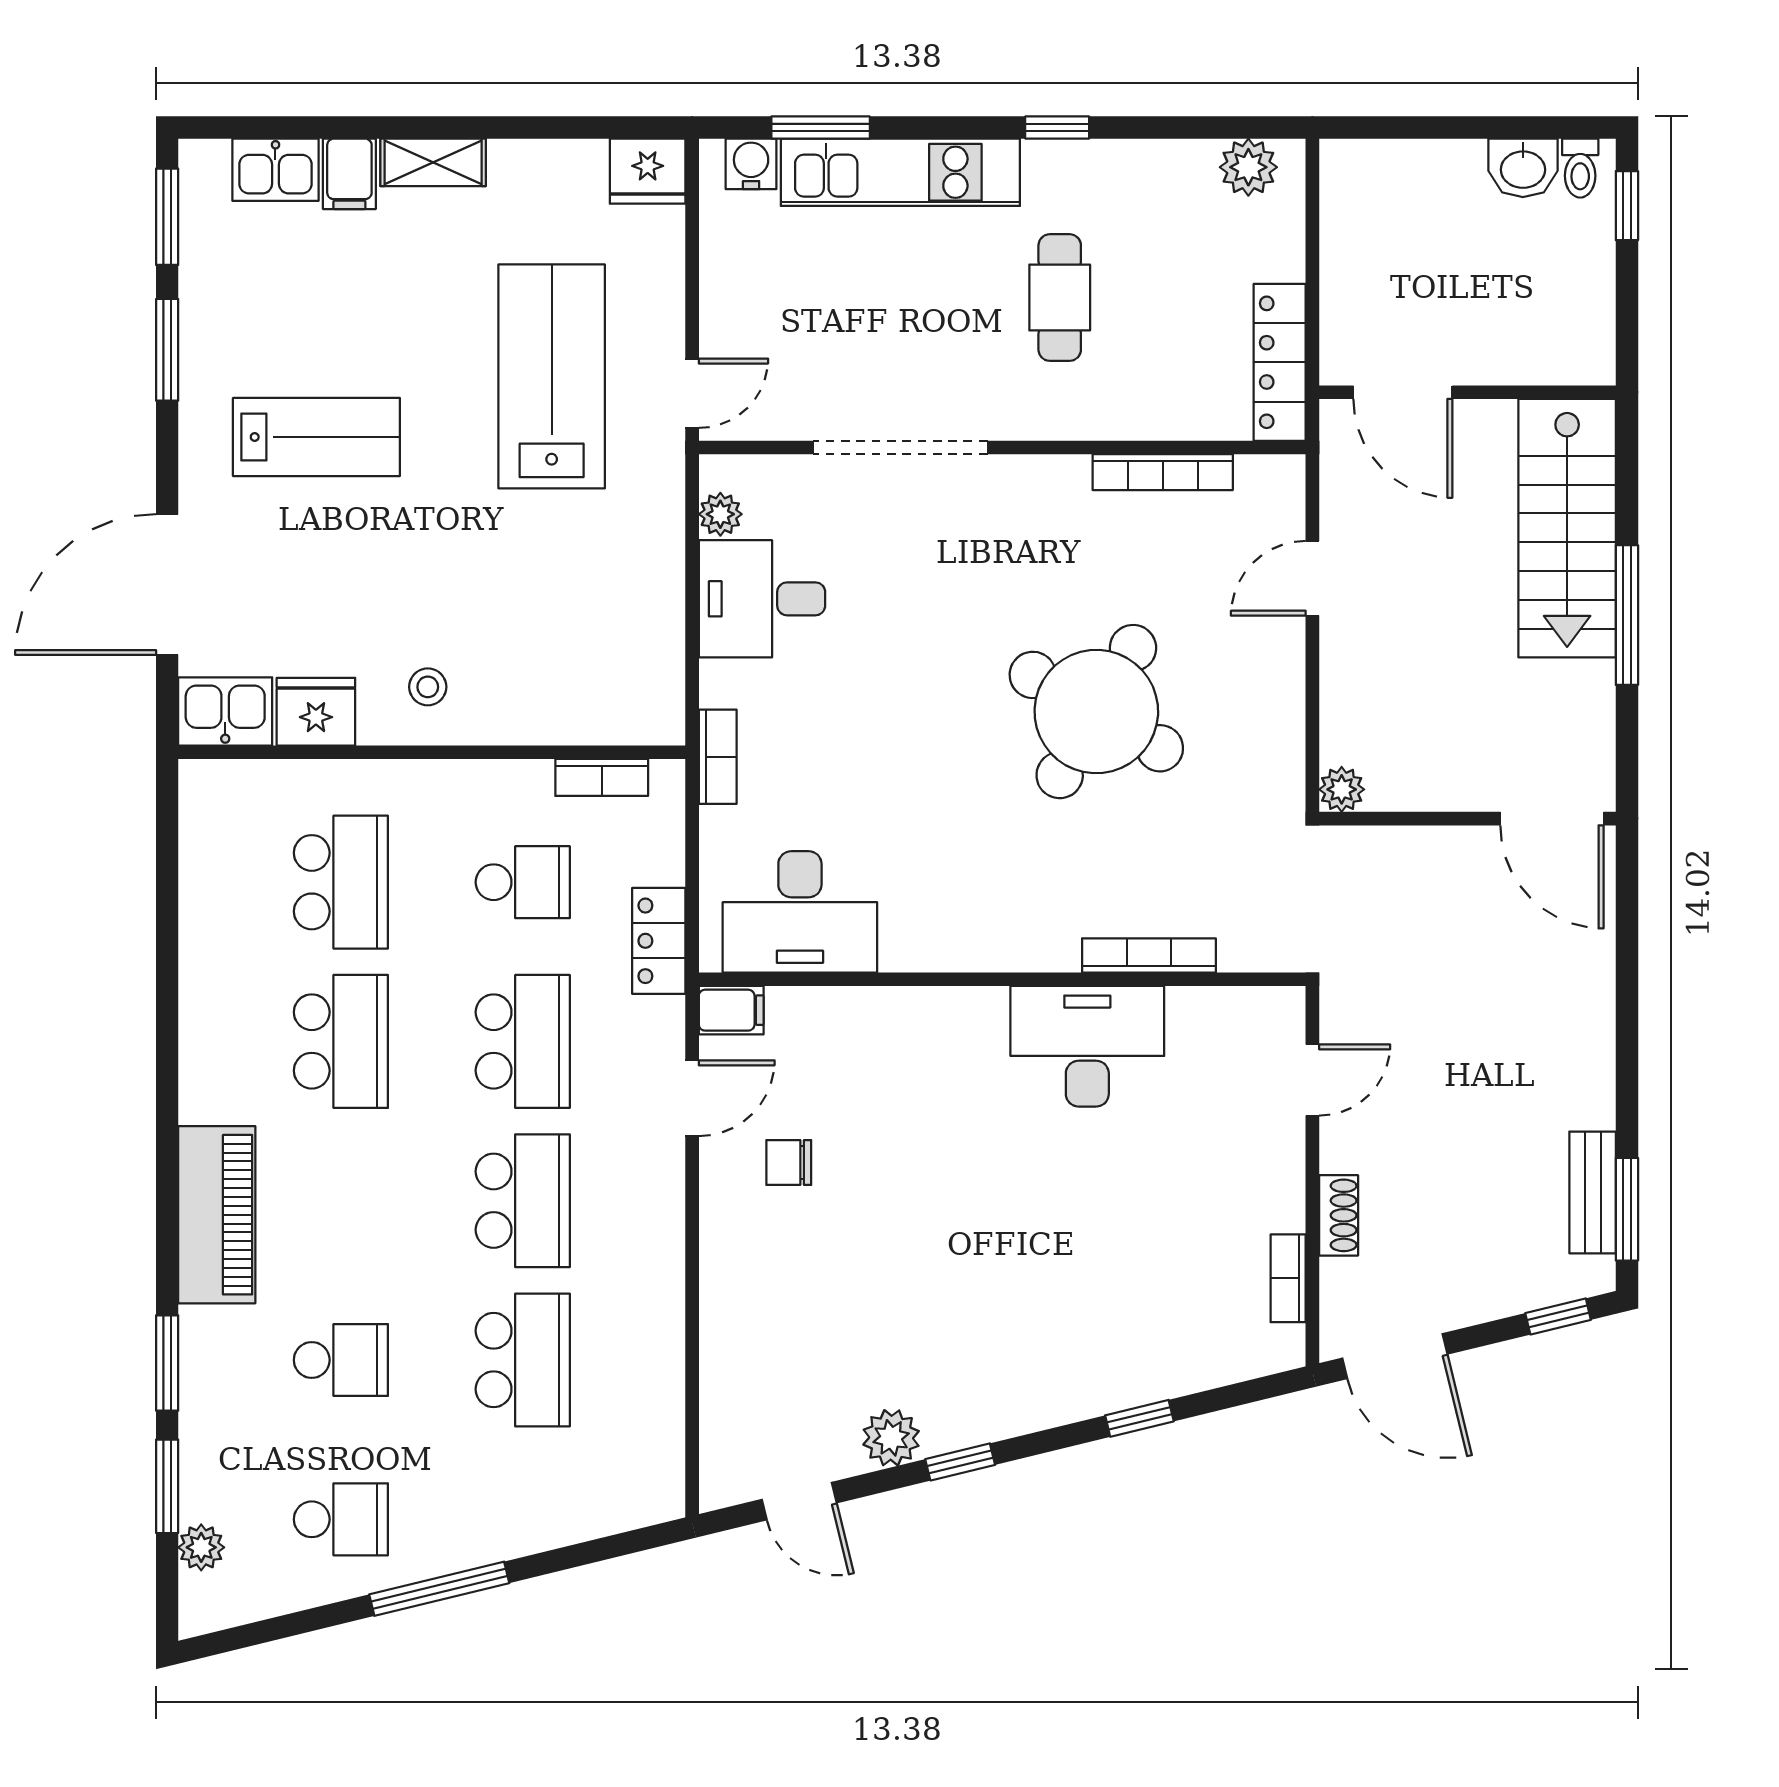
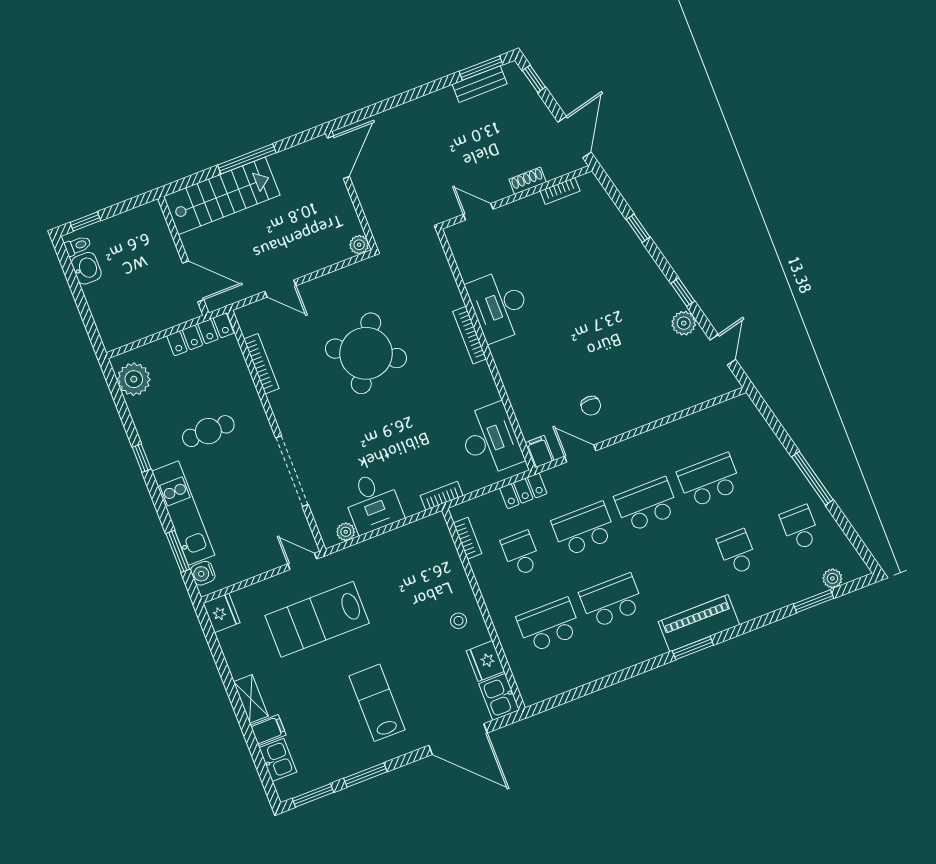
plant: (1248, 167) -> (134, 379), width x1.36, depth x1.36
door: (1403, 392) -> (193, 281), hinge flipped
bookcase: (1149, 955) -> (470, 335), moved
window: (167, 1363) -> (693, 648), moved

